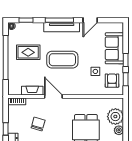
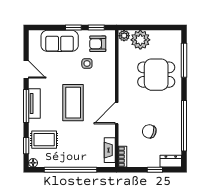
tv unit: (62, 27) -> (34, 103), width x0.71
rug: (28, 52) -> (44, 140), moved, turned 90
fireplace: (32, 91) -> (110, 150), moved
plant: (119, 130) -> (124, 36), moved

